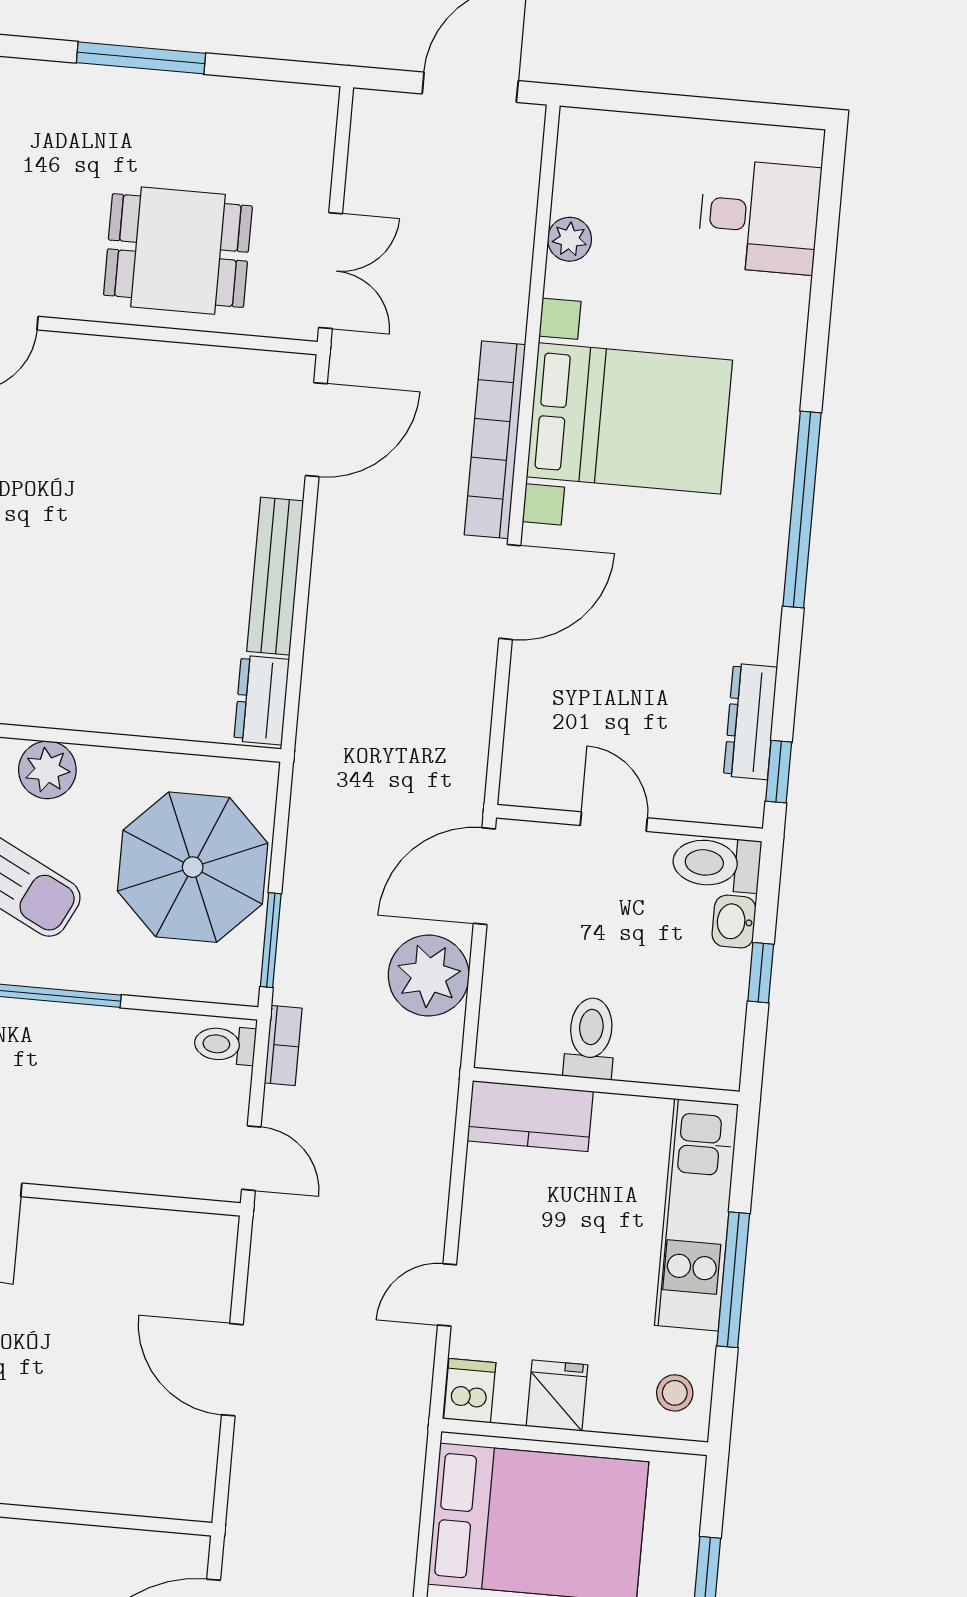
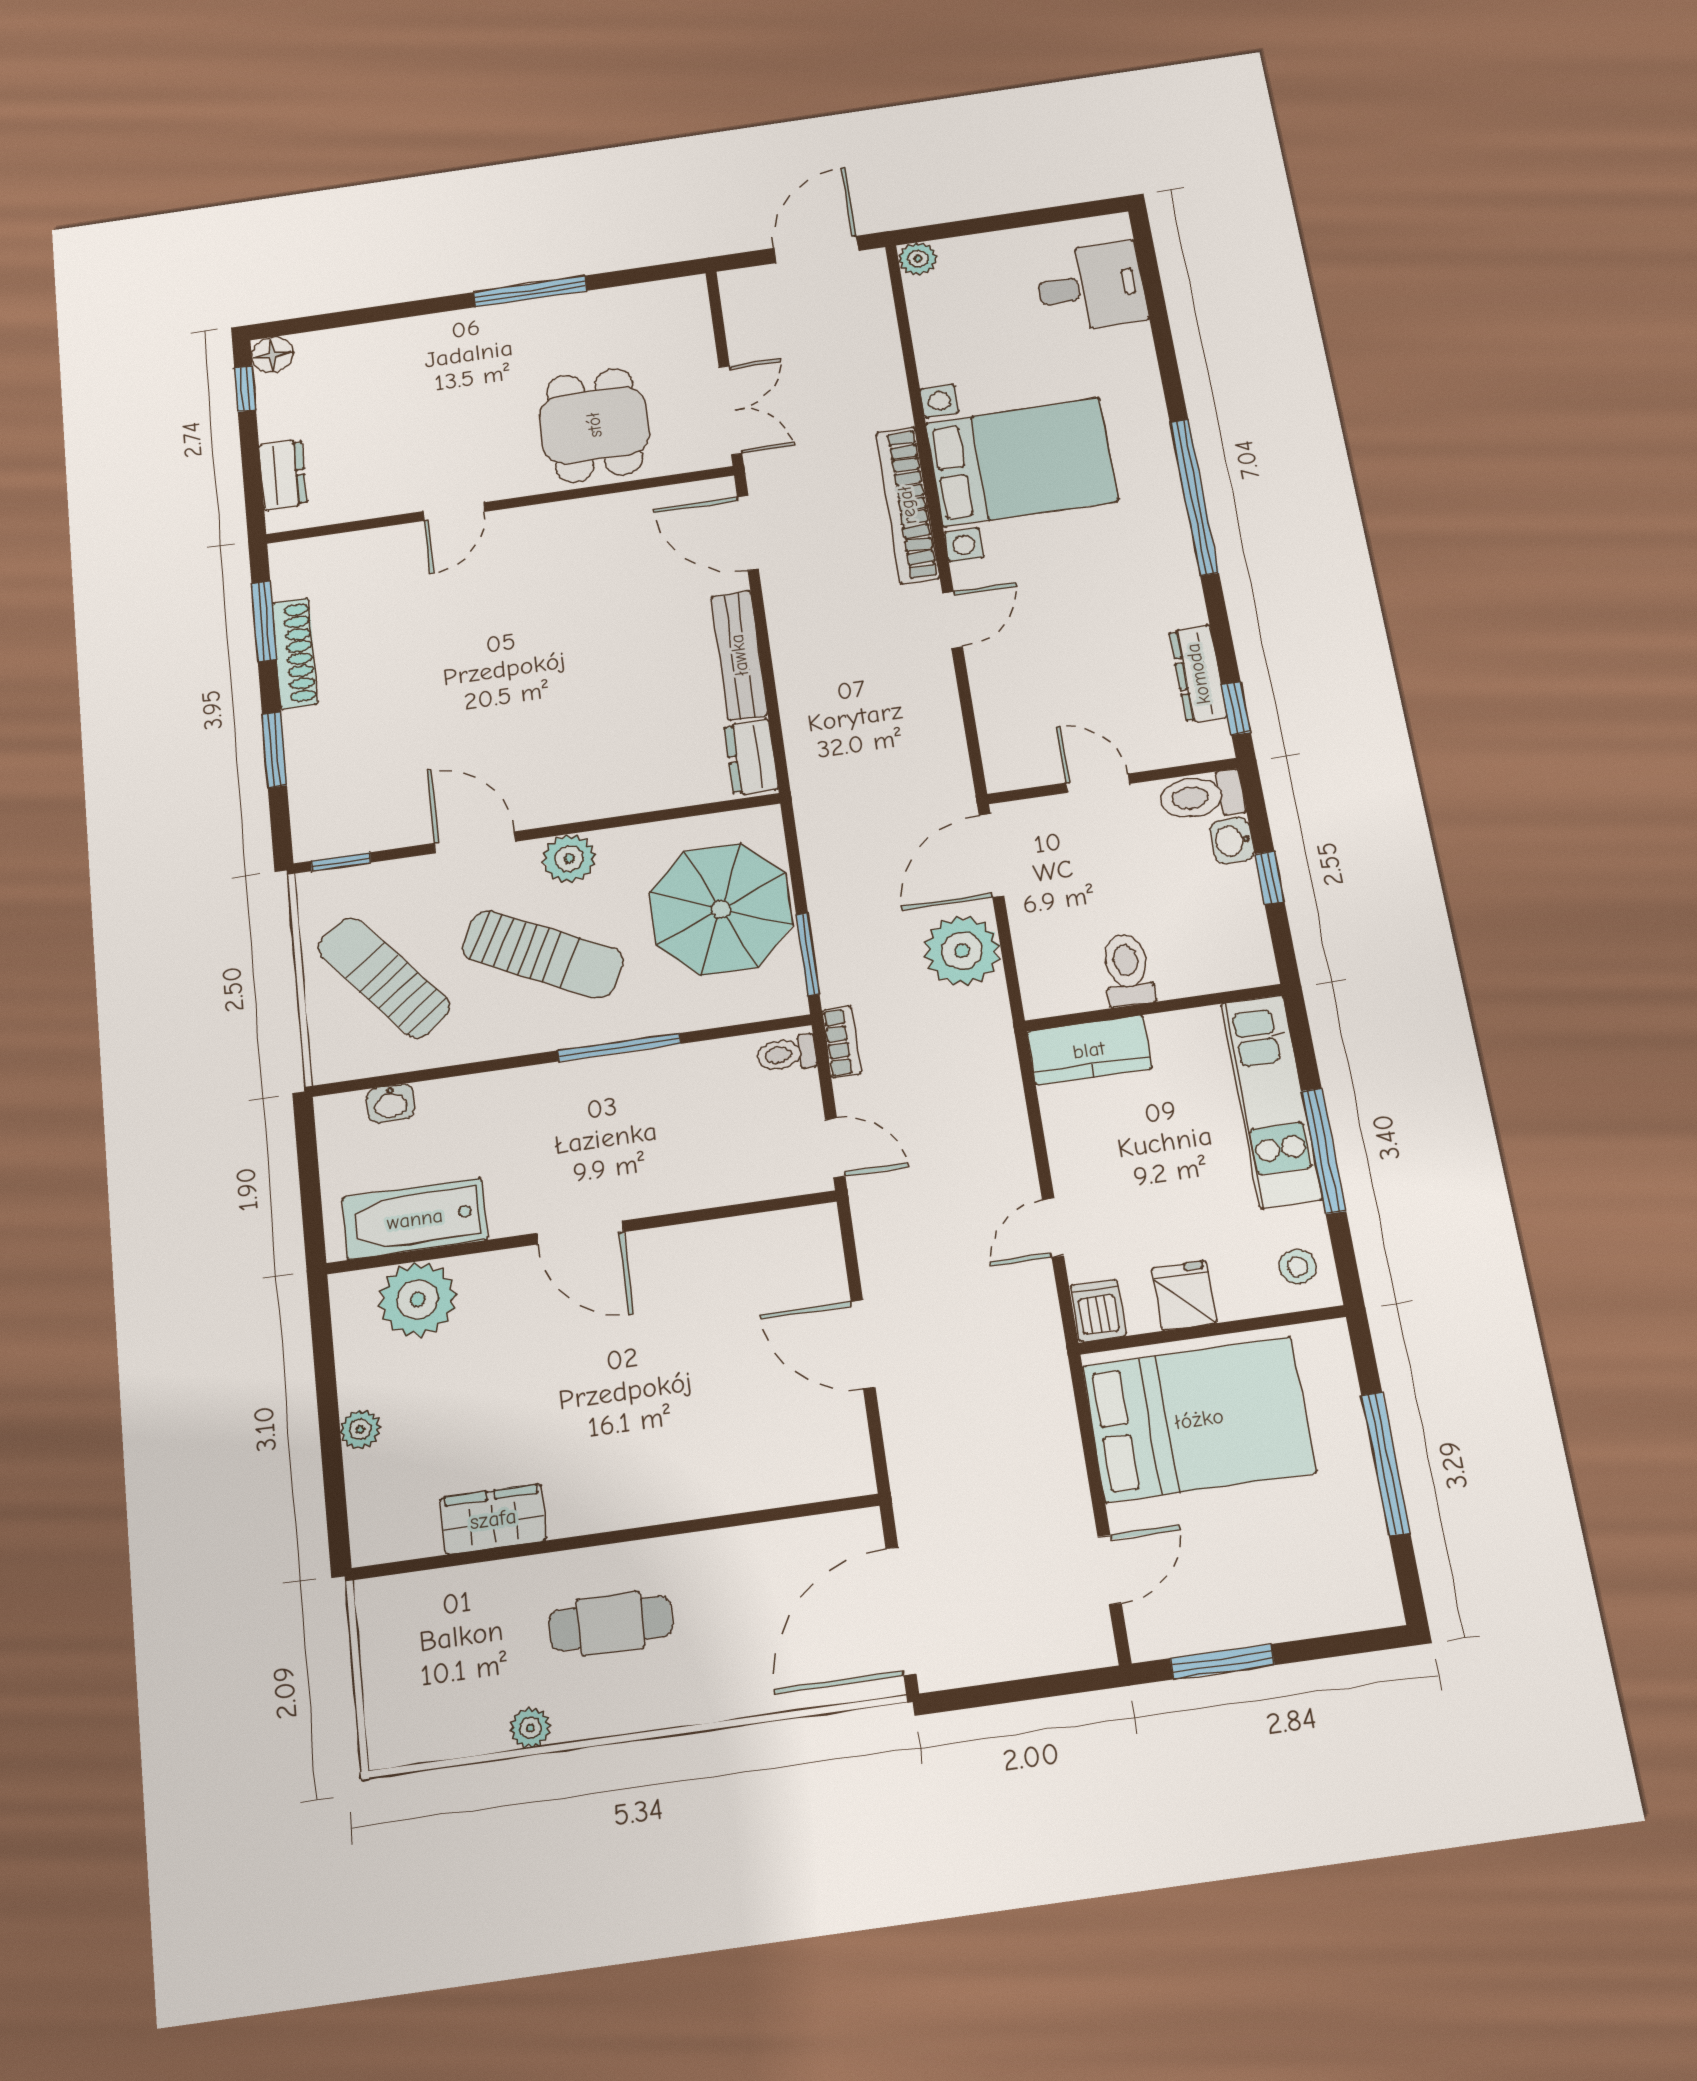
plant: (570, 239) -> (918, 259), moved
dining table: (178, 251) -> (594, 425), turned 90
door: (316, 430) -> (748, 533), swing flipped
door: (510, 592) -> (953, 620), width x0.73

